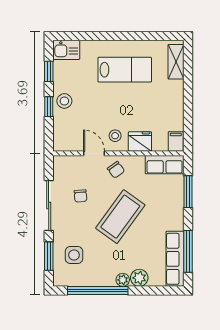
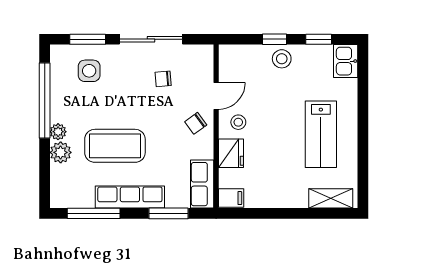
coffee table: (120, 217) -> (115, 146), moved, turned -36
row of seats: (175, 259) -> (130, 197), moved

